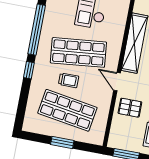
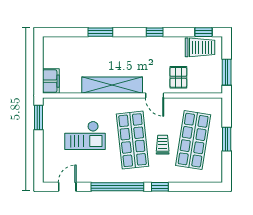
door: (117, 82) -> (155, 95), hinge flipped

